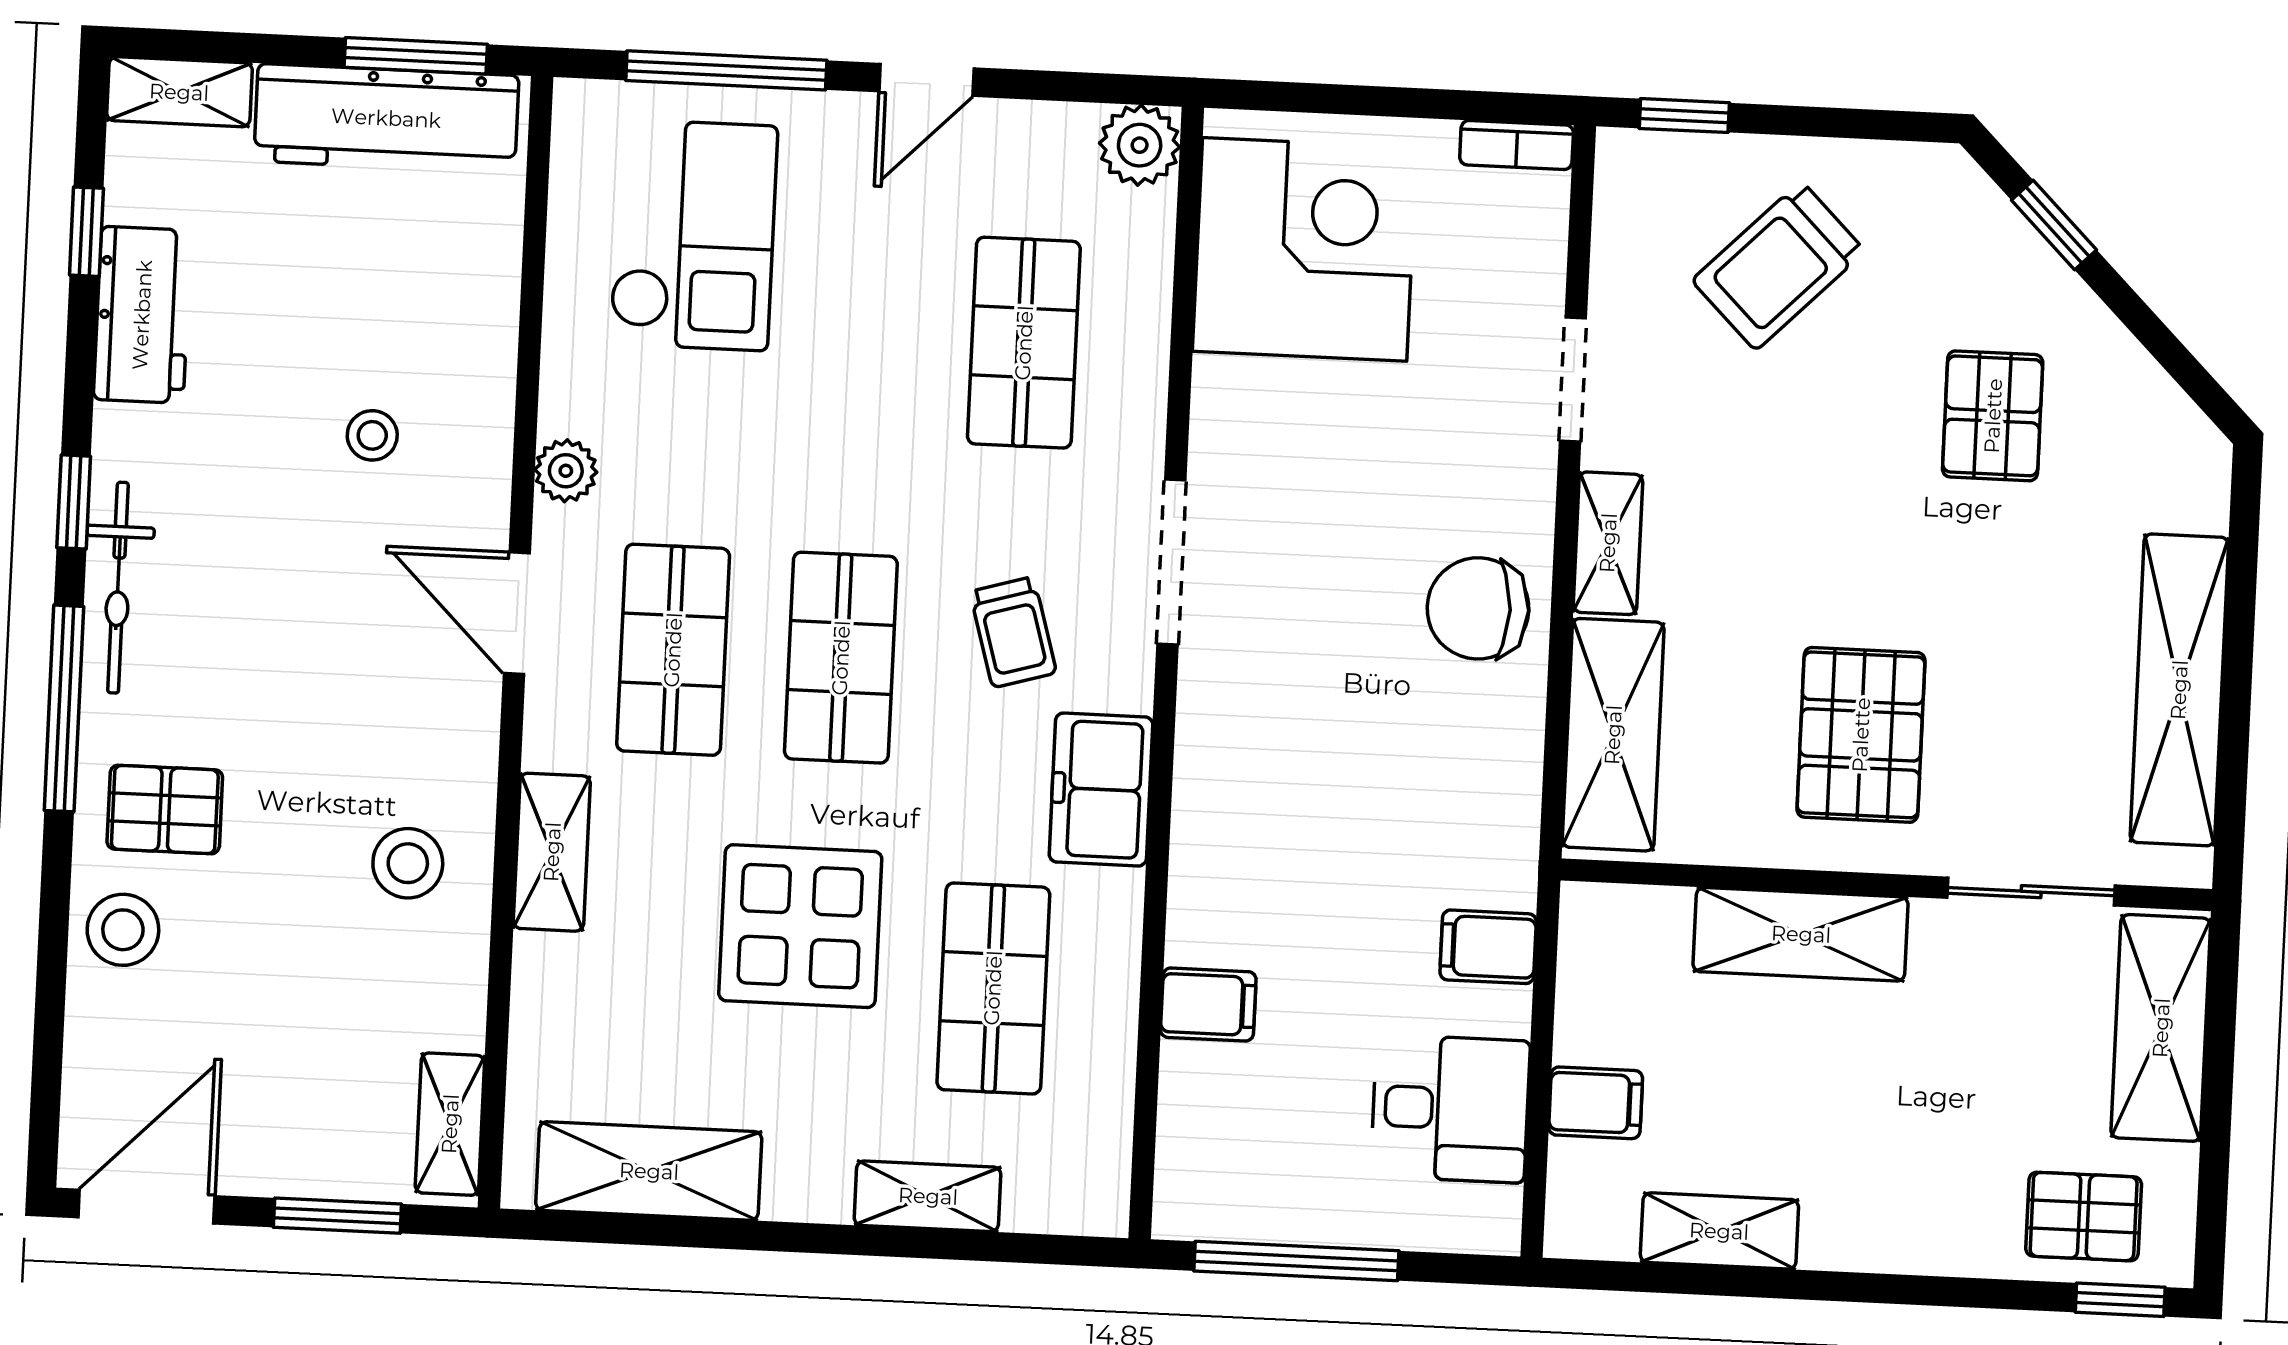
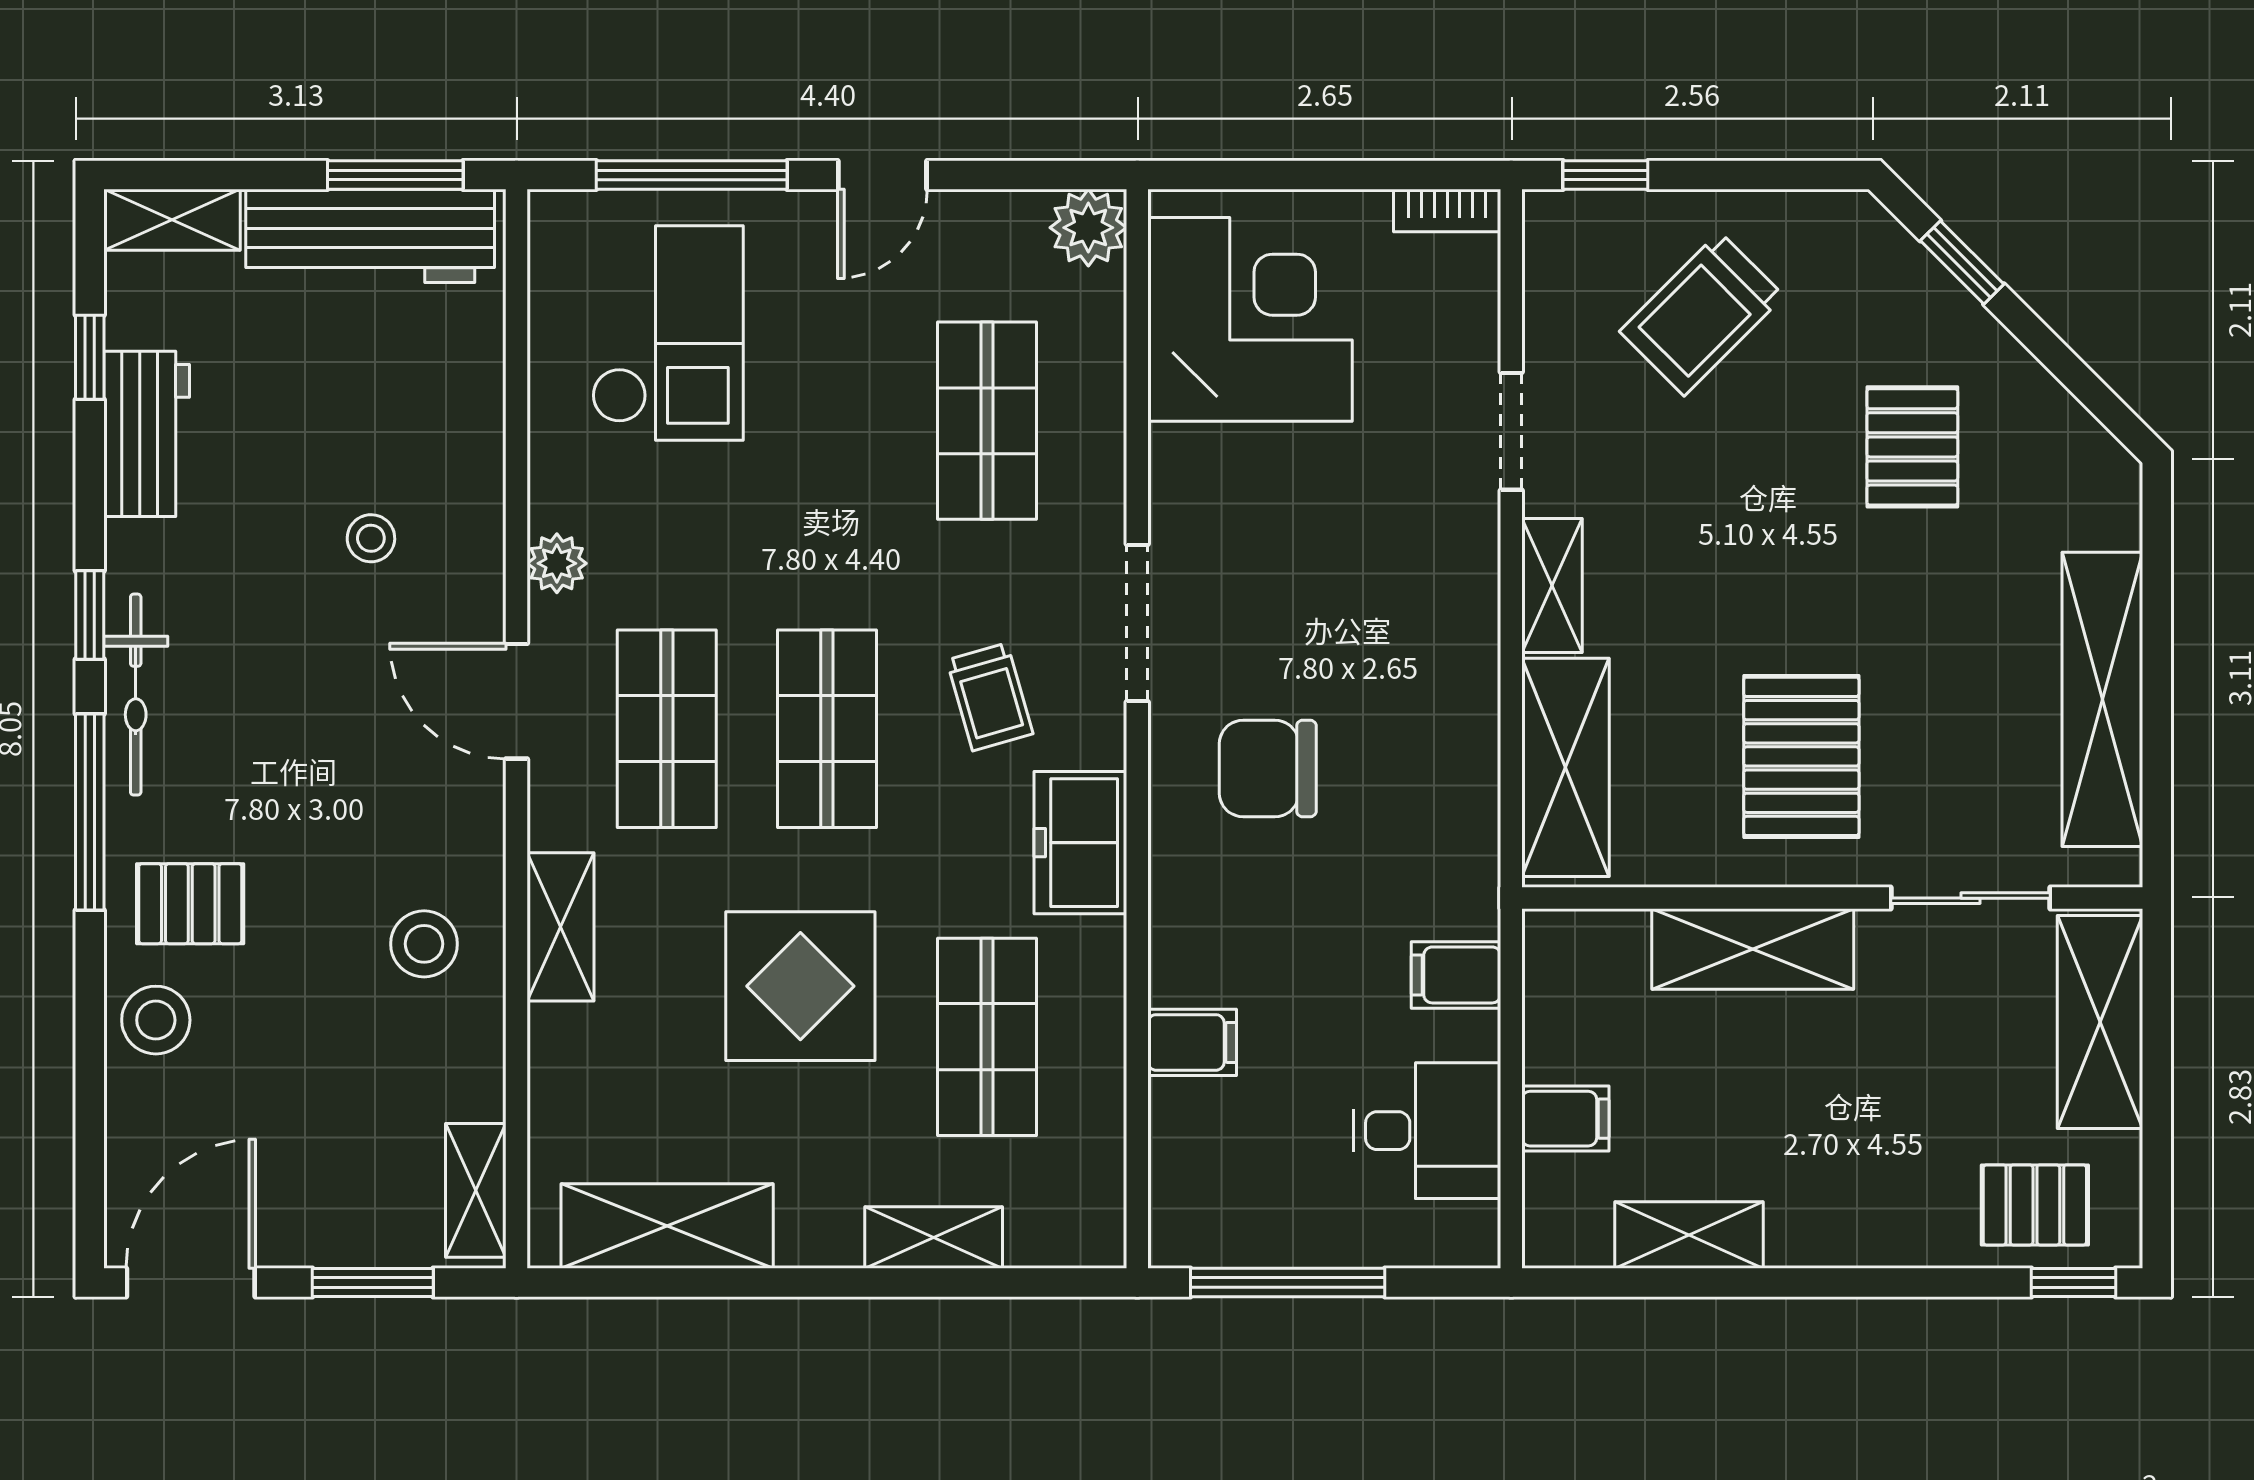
chair: (1478, 608) -> (1268, 768), moved

